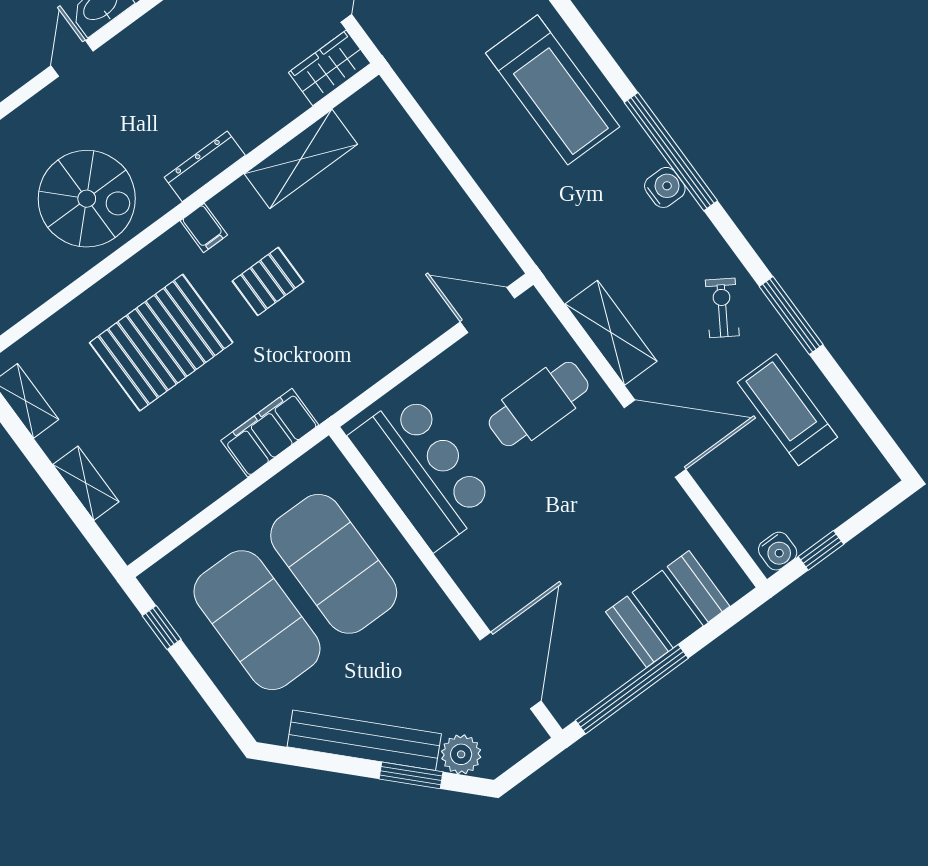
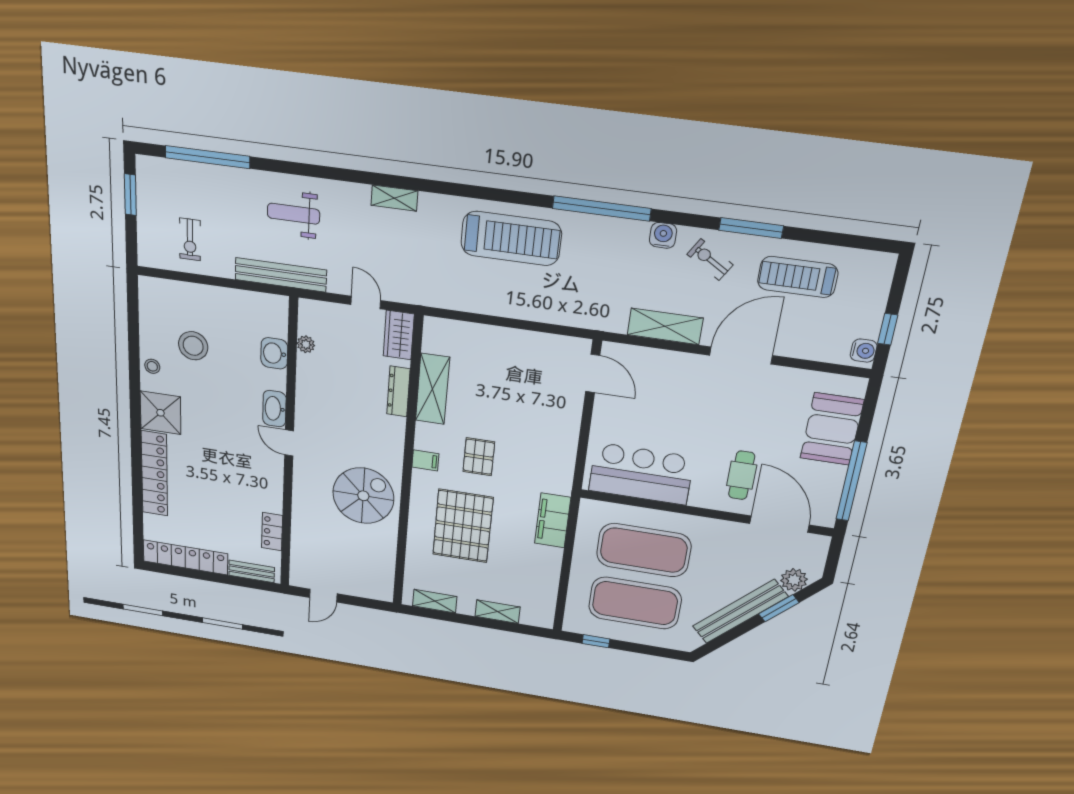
dresser: (205, 166) -> (398, 391), moved
water cooler: (665, 187) -> (663, 235), moved
door: (487, 310) -> (593, 373), swing flipped
cafe table: (539, 404) -> (742, 475), moved, width x0.73, depth x0.74

